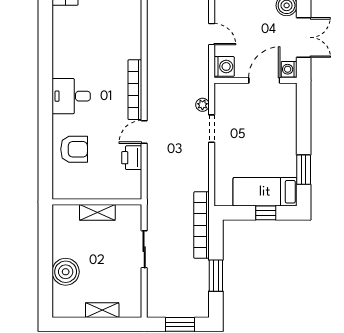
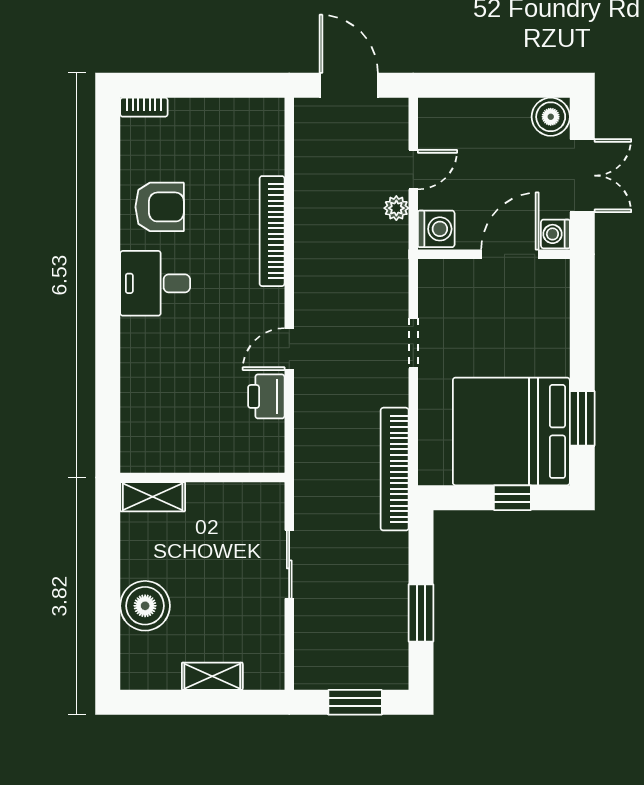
door: (212, 34) -> (413, 170), hinge flipped
bookcase: (135, 90) -> (272, 231), moved
plant: (202, 105) -> (396, 208), moved
armchair: (74, 149) -> (160, 207), moved
bed: (265, 192) -> (511, 431), width x2.04
shelving: (97, 212) -> (153, 497), moved
bookcase: (202, 225) -> (395, 469), moved

